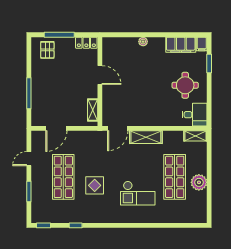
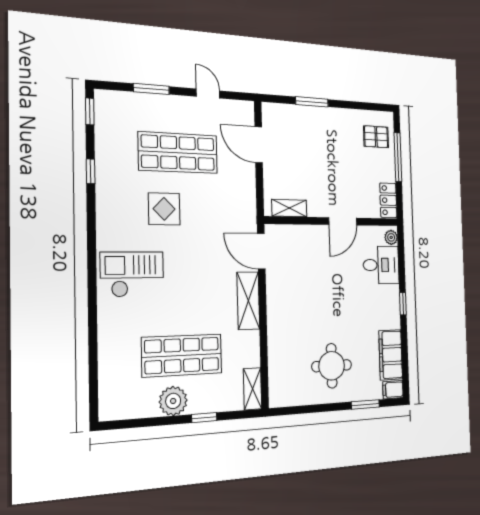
window: (150, 35) -> (403, 304), added
plant: (143, 42) -> (391, 237), moved
window: (29, 93) -> (312, 102), width x0.69
desk: (195, 115) -> (381, 265), moved, turned -90
window: (209, 165) -> (204, 418), added
checkout: (138, 193) -> (132, 274), moved, turned 90

